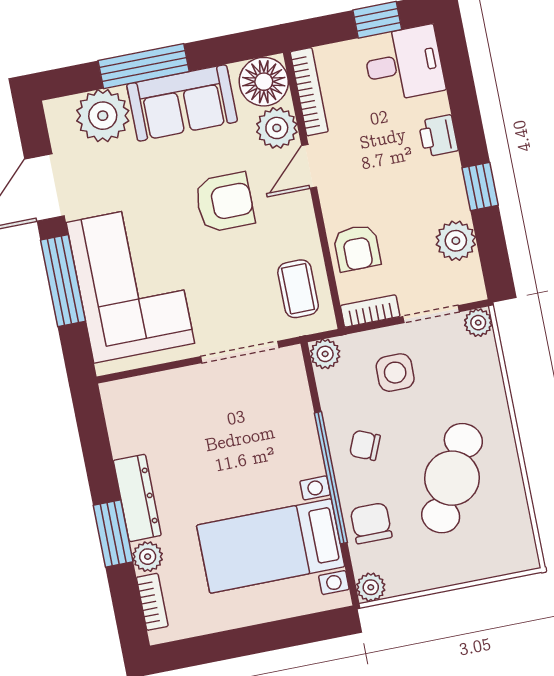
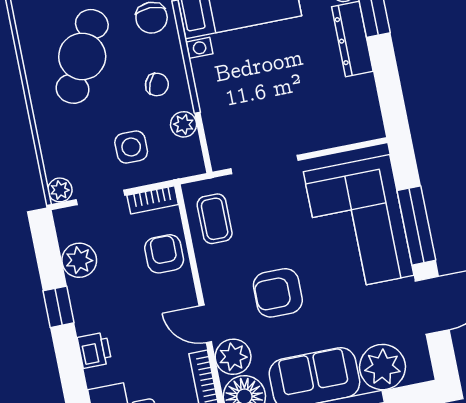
door: (309, 166) -> (205, 324), swing flipped
plant: (325, 354) -> (184, 124), moved

